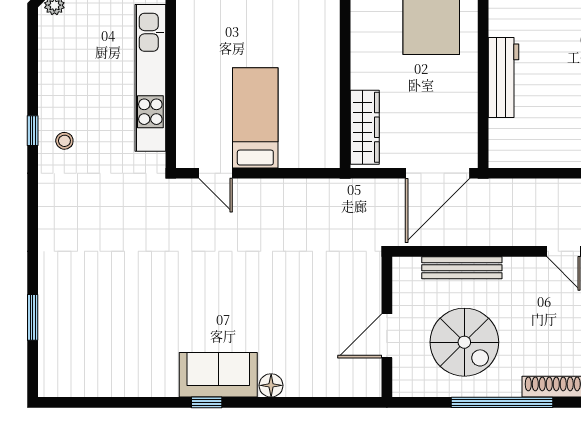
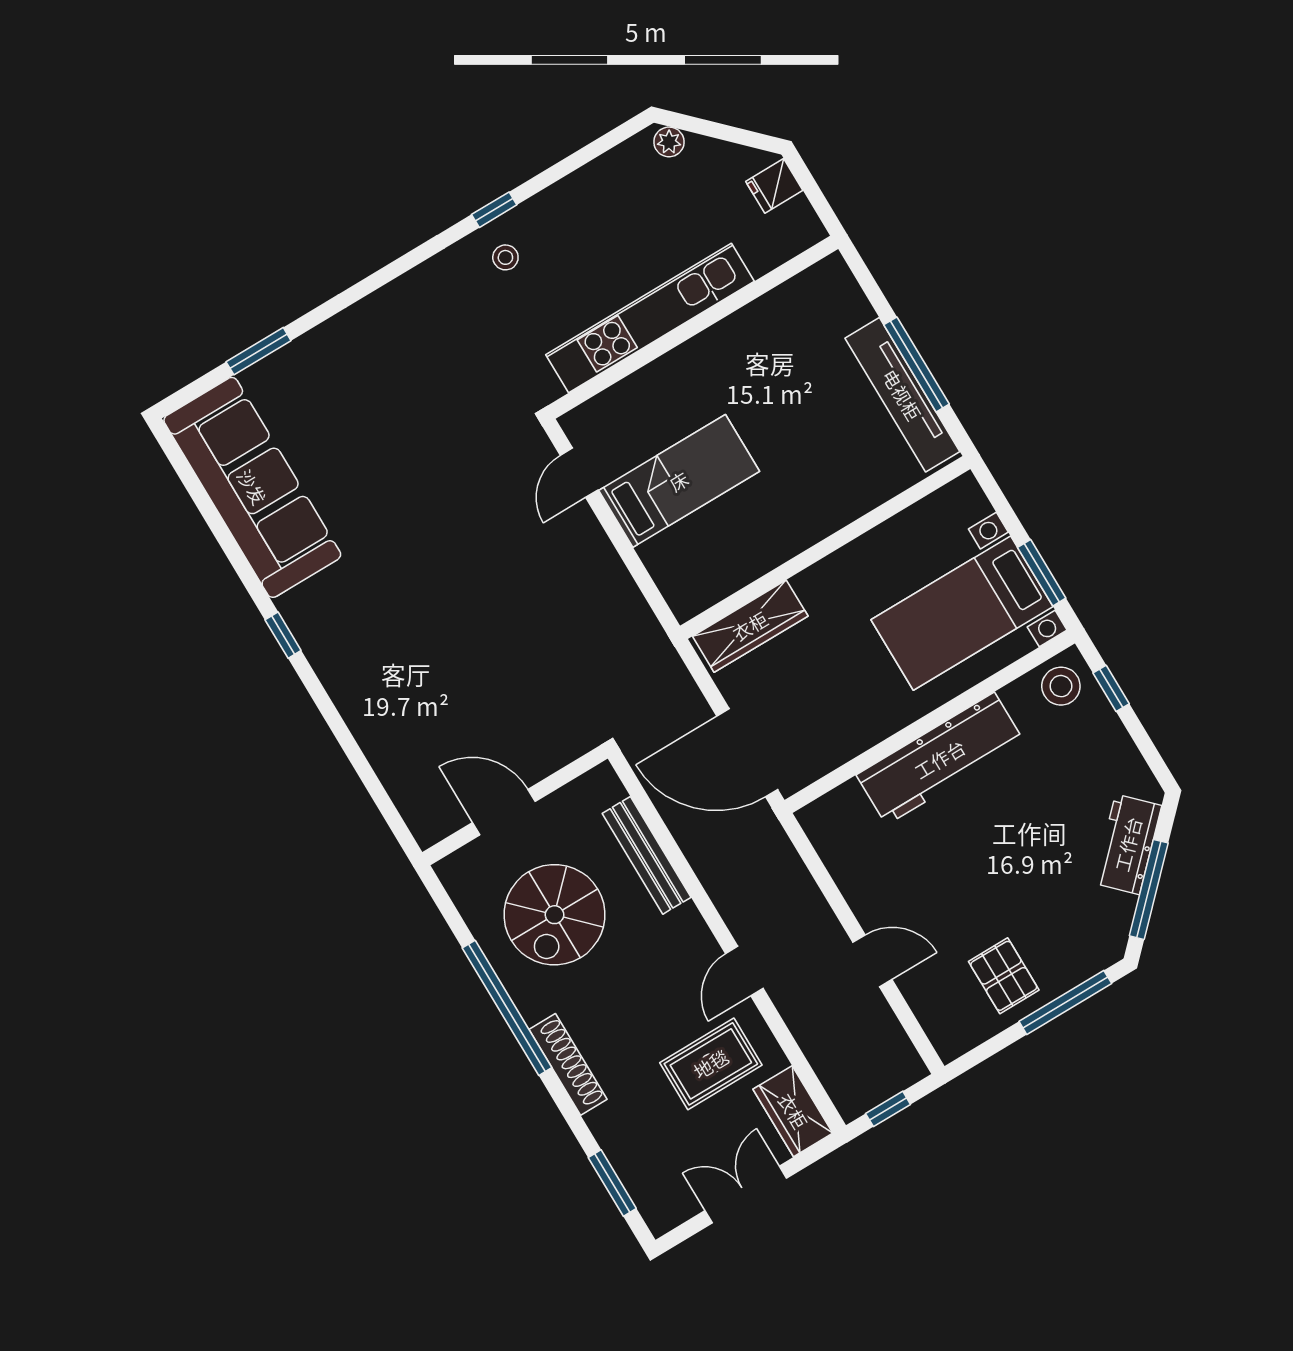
workbench: (503, 78) -> (940, 759), width x1.36, depth x1.32
sofa: (218, 375) -> (252, 487), moved, width x1.85, depth x1.27
floor lamp: (271, 385) -> (353, 704), removed

